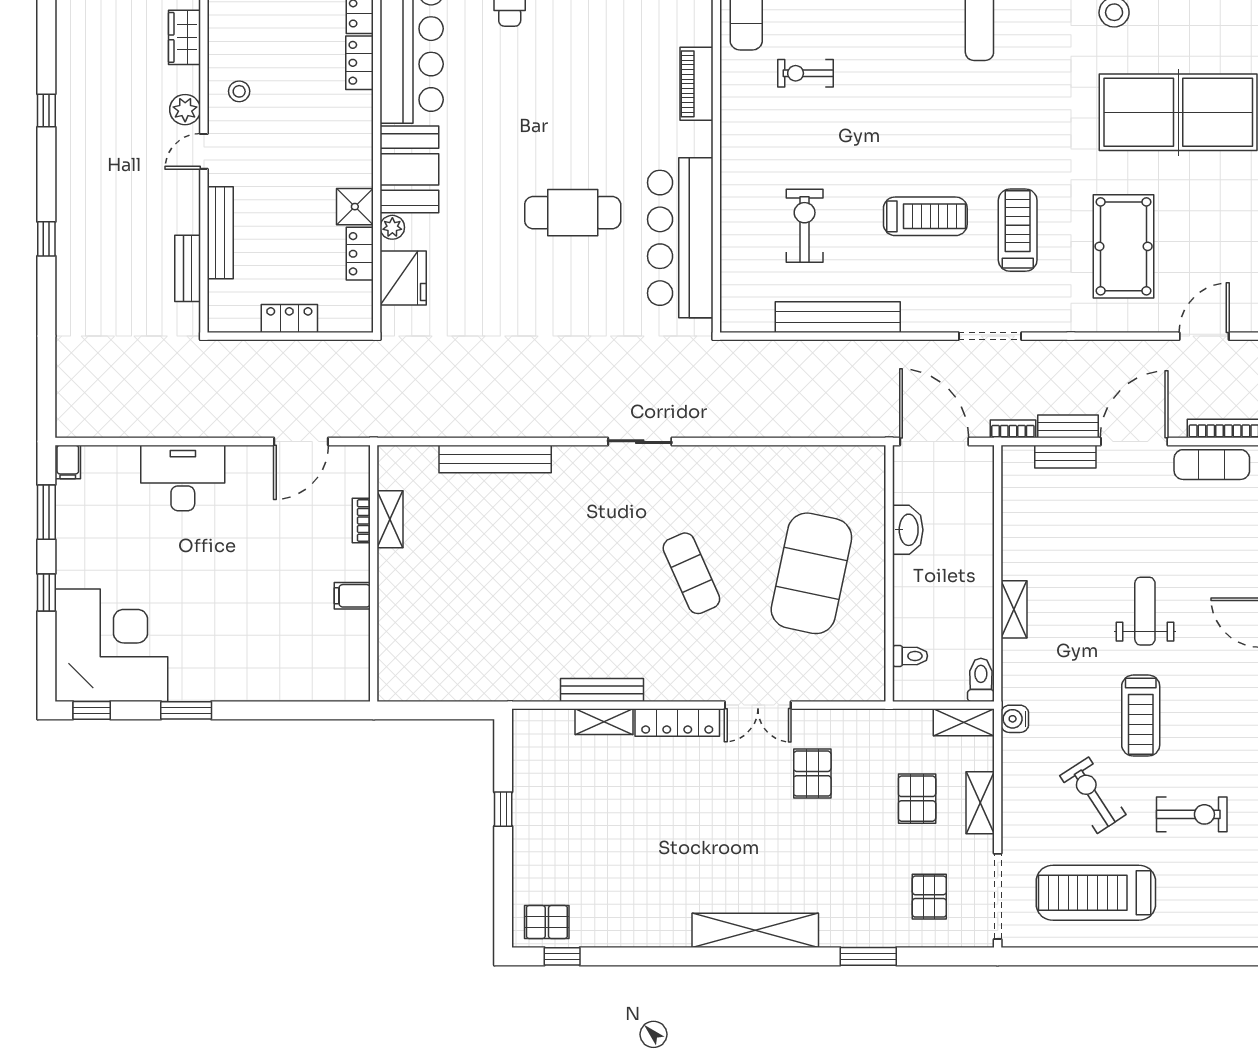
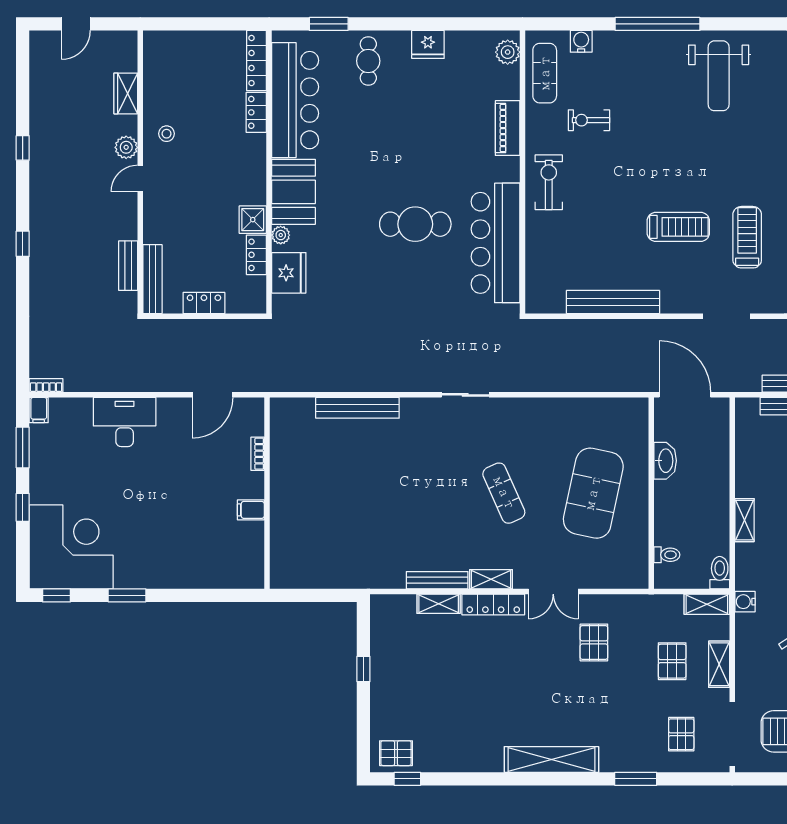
exercise bike: (805, 226) -> (549, 182), moved
bench: (220, 233) -> (152, 279), moved
bookcase: (1013, 429) -> (46, 385), moved
shelving: (390, 519) -> (491, 579), moved, turned 90

